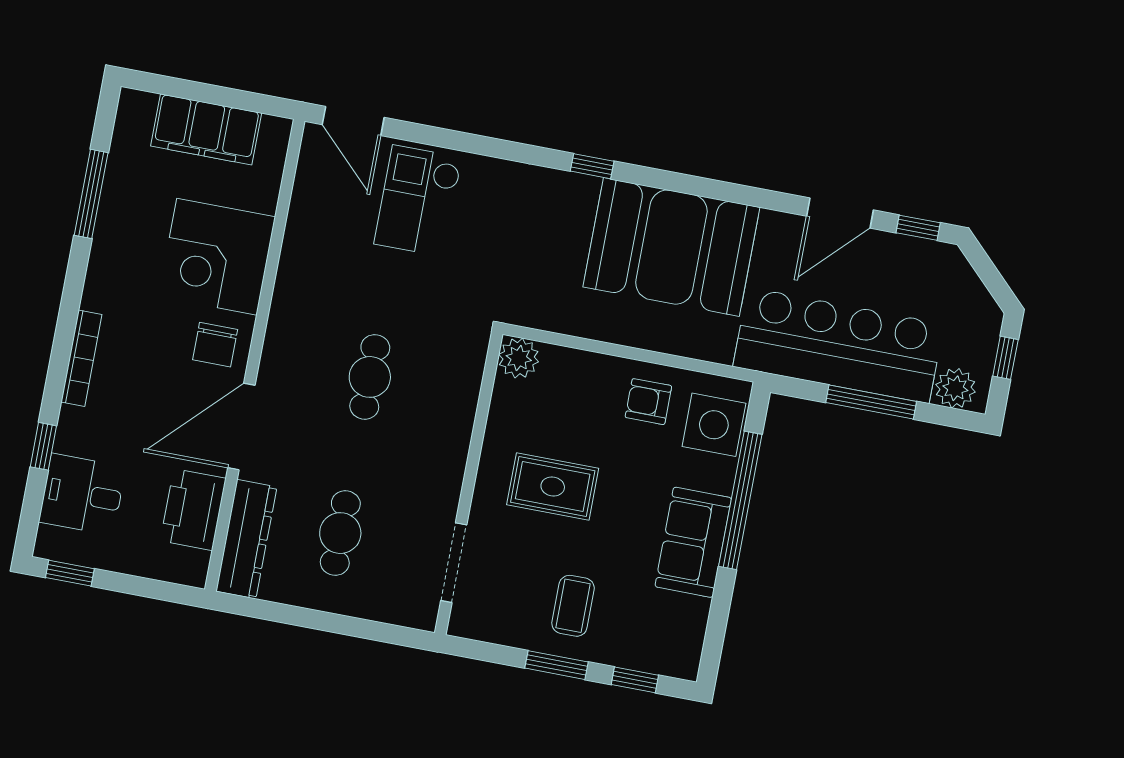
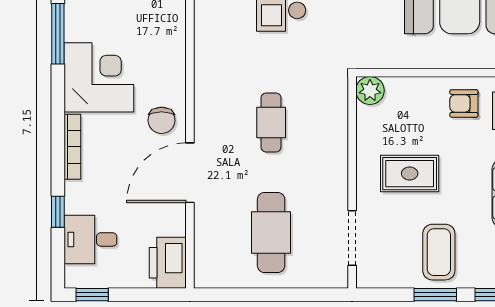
corner desk: (217, 257) -> (99, 77), moved, turned 180
printer: (193, 510) -> (168, 263), moved
cafe table: (340, 533) -> (271, 232), width x1.37, depth x1.35
dresser: (246, 539) -> (208, 249), removed
coffee table: (573, 606) -> (439, 252), width x1.36, depth x1.30

